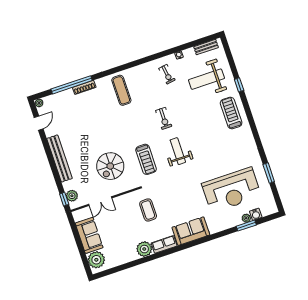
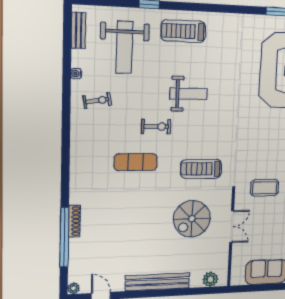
exercise mat: (121, 90) -> (136, 162), moved
weight bench: (178, 151) -> (189, 94), moved, turned 180
treadmill: (146, 159) -> (201, 169), turned 180
spiral stairs: (110, 166) -> (192, 219), turned 90
window: (64, 199) -> (211, 290), removed
double door: (100, 201) -> (232, 227), moved

